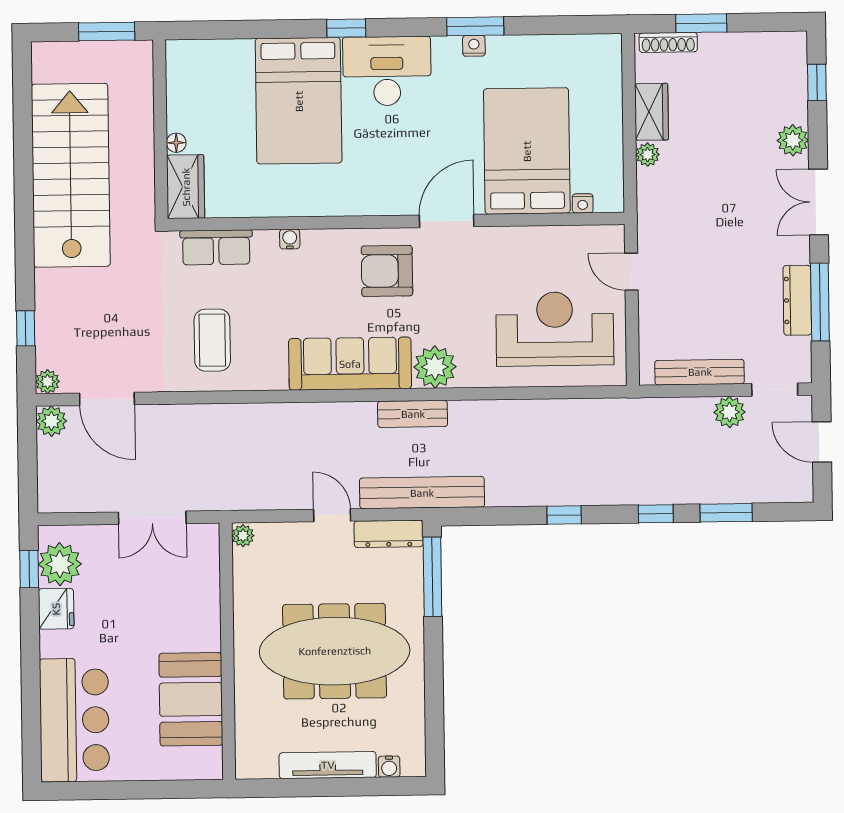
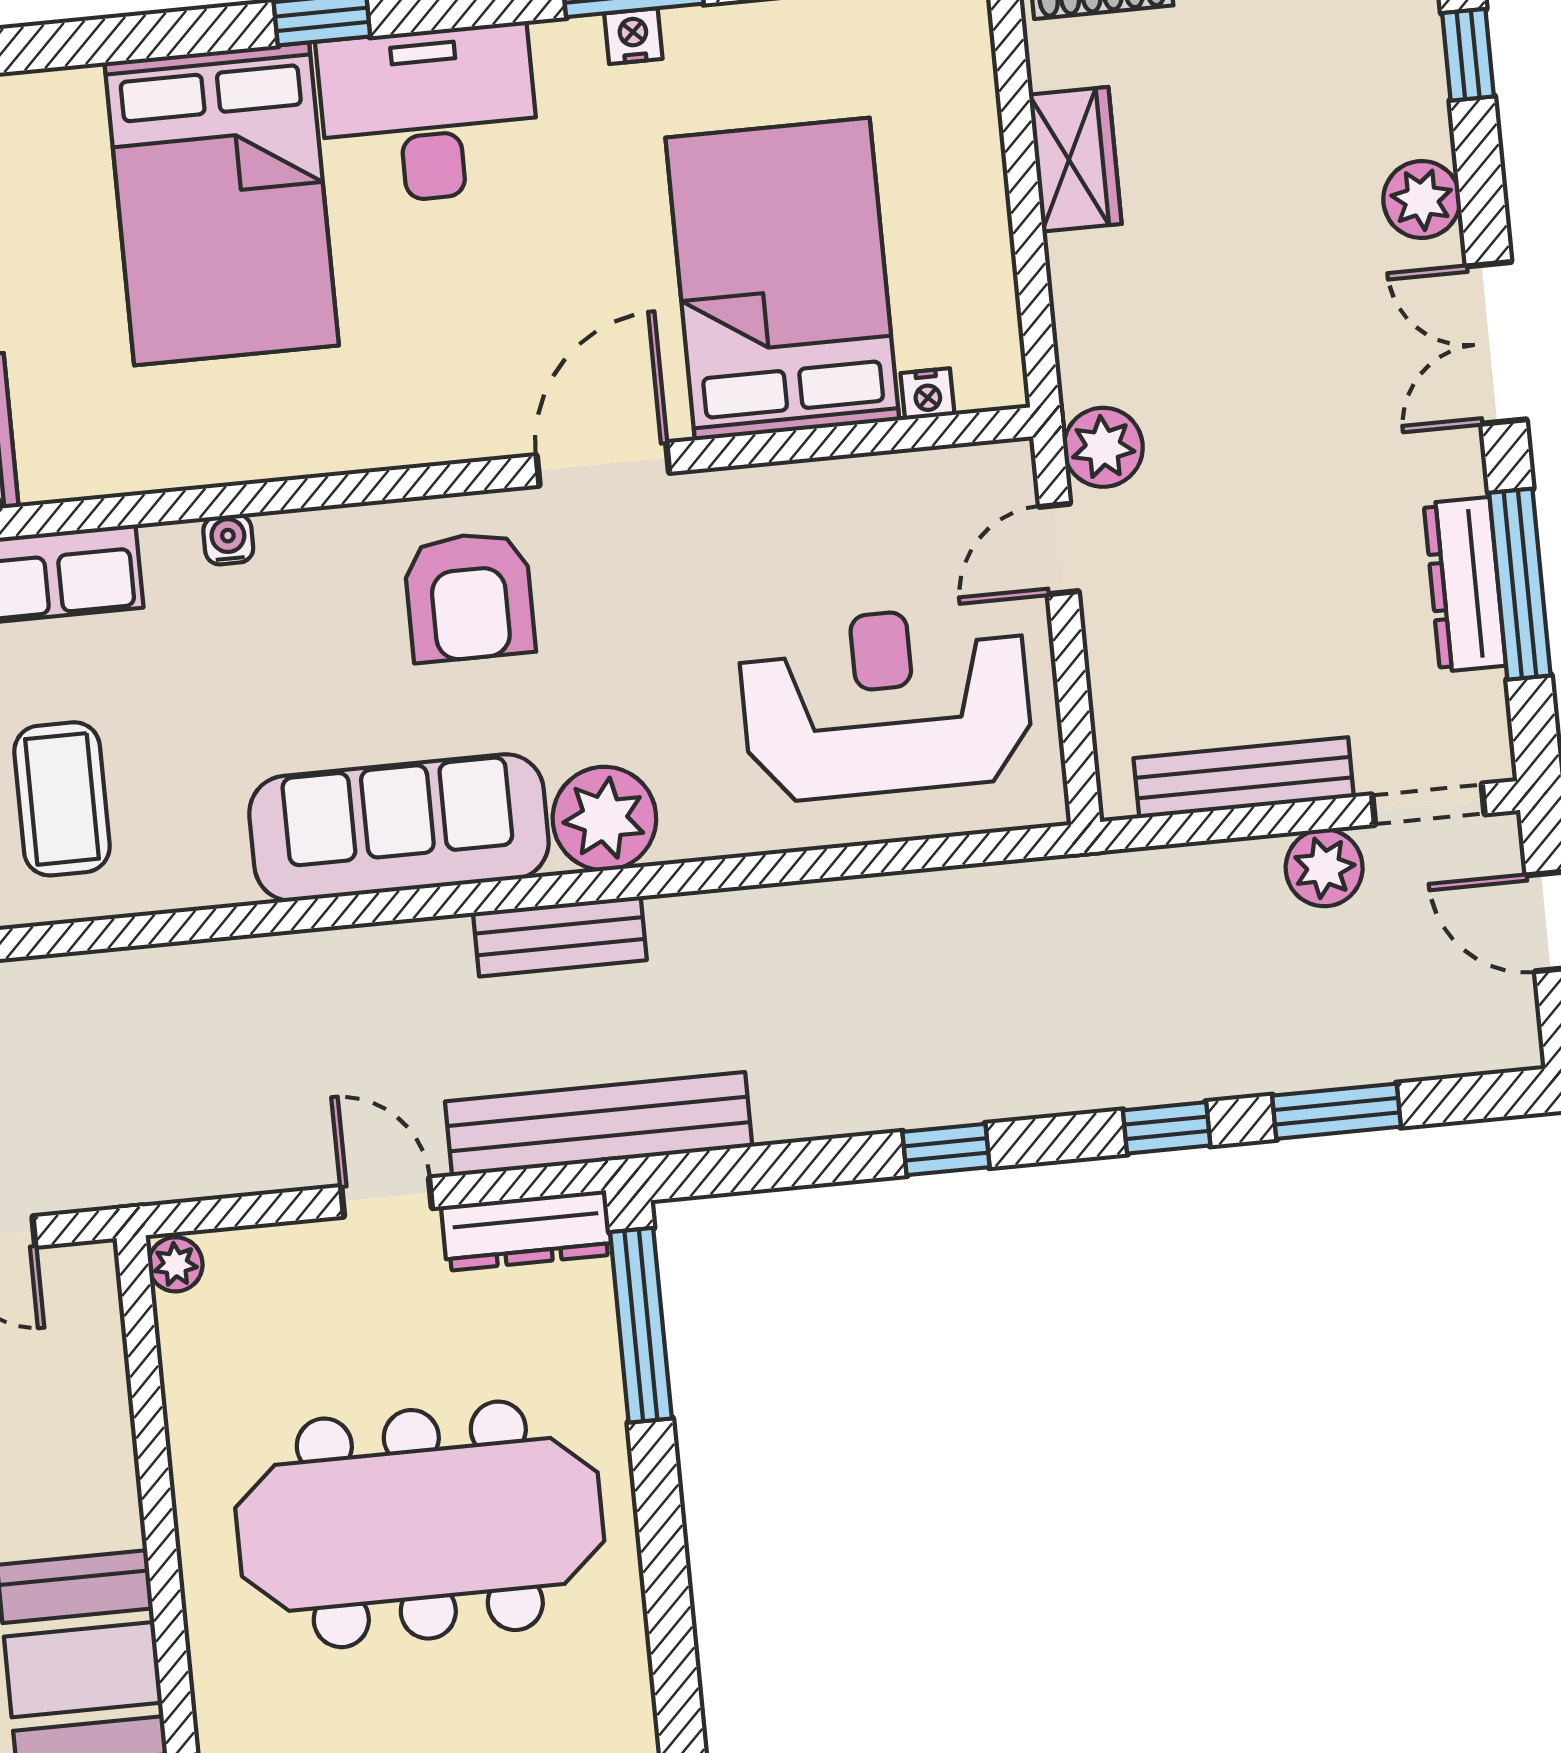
plant: (648, 155) -> (1103, 447), moved, width x1.38, depth x1.38
armchair: (387, 271) -> (469, 597), turned -90
door: (631, 272) -> (1059, 549), hinge flipped

